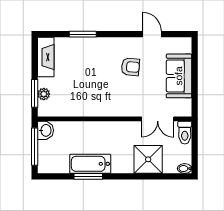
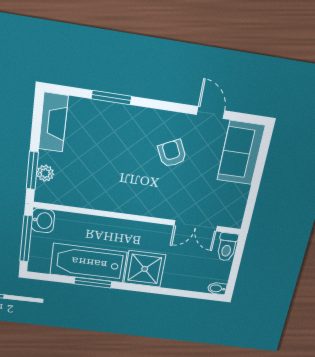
armchair: (130, 67) -> (172, 154), turned -121
sofa: (179, 76) -> (241, 153), moved
shower: (148, 159) -> (145, 269), moved
bathtub: (90, 164) -> (89, 263), width x1.36, depth x1.36

